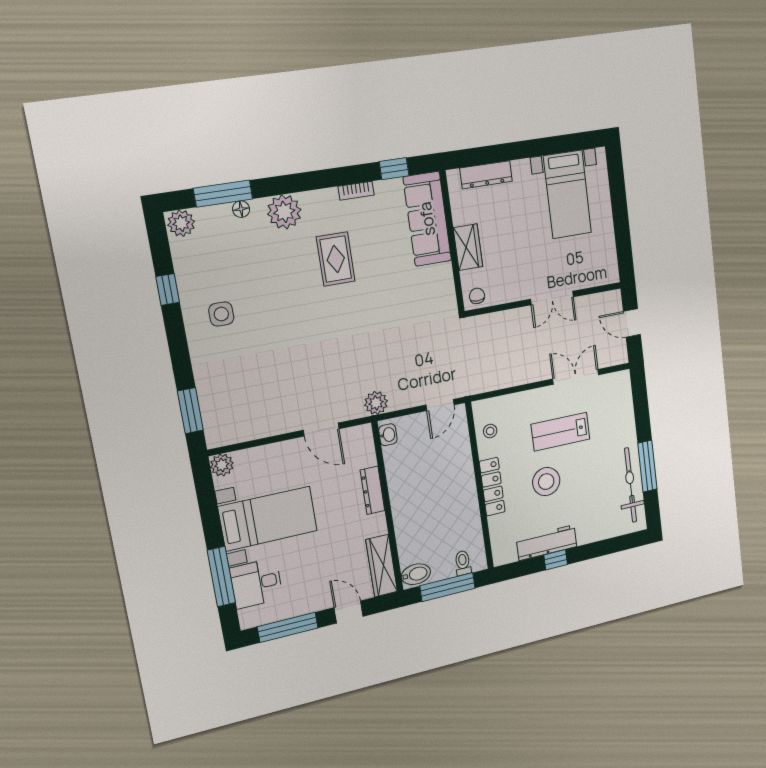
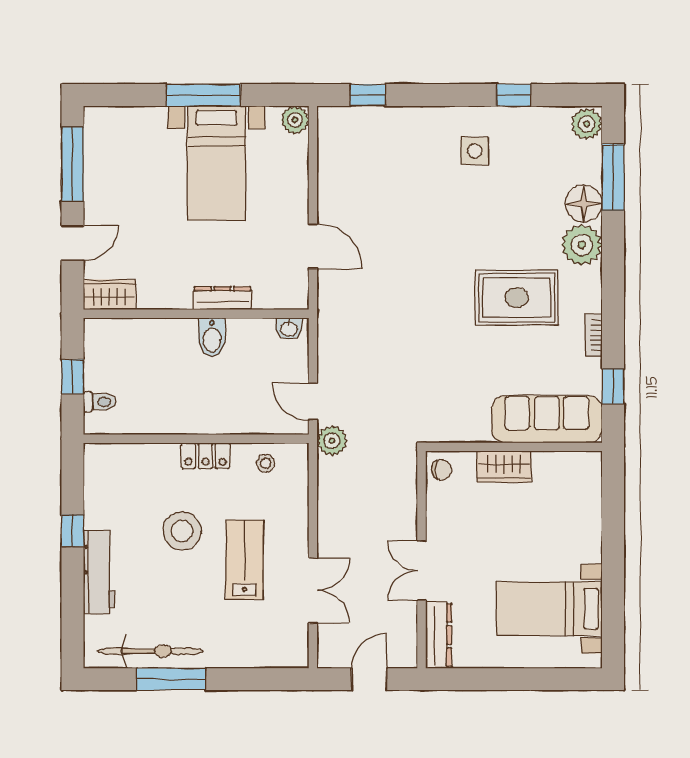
dresser: (486, 175) -> (439, 635), moved, turned 180
floor lamp: (241, 209) -> (584, 204), width x1.89, depth x1.89
rug: (336, 259) -> (517, 298), width x1.36, depth x1.43
plant: (376, 403) -> (332, 441), moved
window: (190, 411) -> (368, 95), width x0.67
door: (321, 430) -> (313, 246), swing flipped
locker: (492, 487) -> (205, 456), width x0.66
workbench: (547, 543) -> (99, 572), moved
wardrobe: (382, 566) -> (109, 295), width x0.67
bidet: (416, 574) -> (212, 337), moved
window: (221, 577) -> (203, 95), moved
desk: (256, 583) -> (139, 135), removed
window: (448, 587) -> (72, 377), width x0.46

